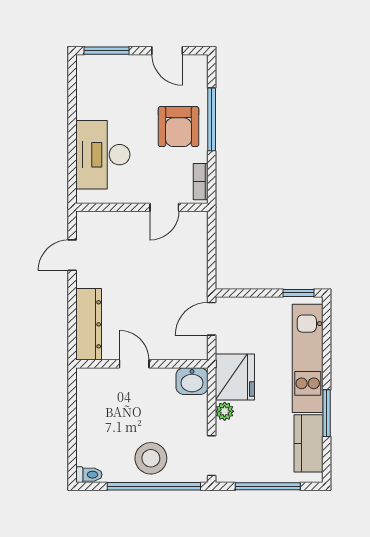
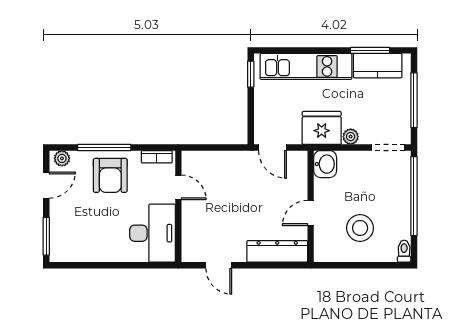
plant: (199, 69) -> (62, 158), added
armchair: (179, 127) -> (110, 175), turned 90
desk: (103, 155) -> (153, 233), moved, turned -90
window: (327, 413) -> (370, 50), moved
stool: (151, 458) -> (360, 228), moved

